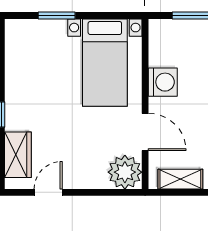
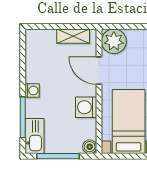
boiler: (158, 28) -> (90, 147), added

